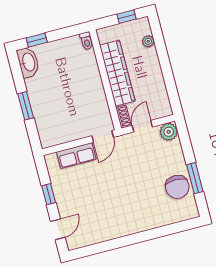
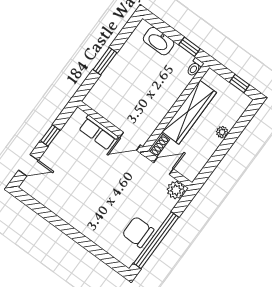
window: (37, 40) -> (189, 47), moved
plant: (148, 41) -> (222, 132), moved
washbasin: (28, 62) -> (159, 41), moved, turned 90
window: (195, 178) -> (156, 240), width x2.11
chair: (177, 187) -> (138, 232), turned 90

